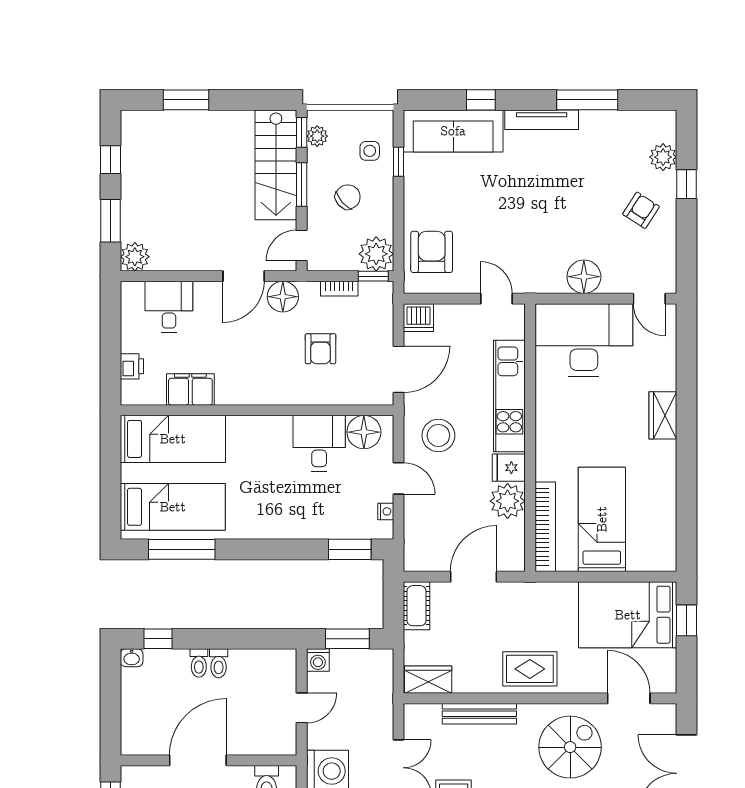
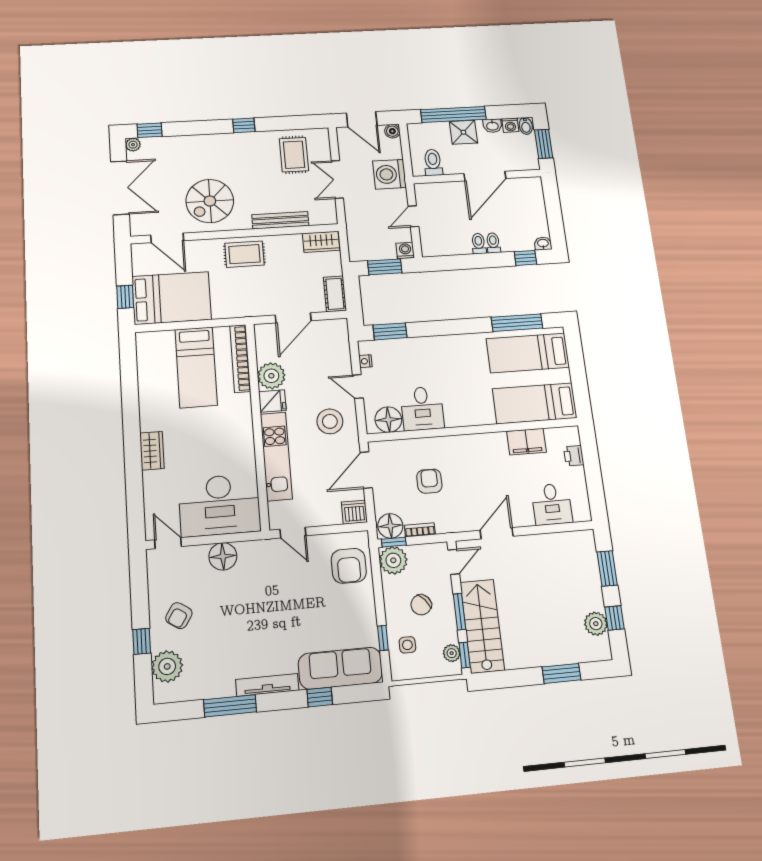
plant: (663, 157) -> (167, 666), width x1.36, depth x1.36
plant: (135, 257) -> (596, 624), moved
floor lamp: (283, 297) -> (390, 526), moved

